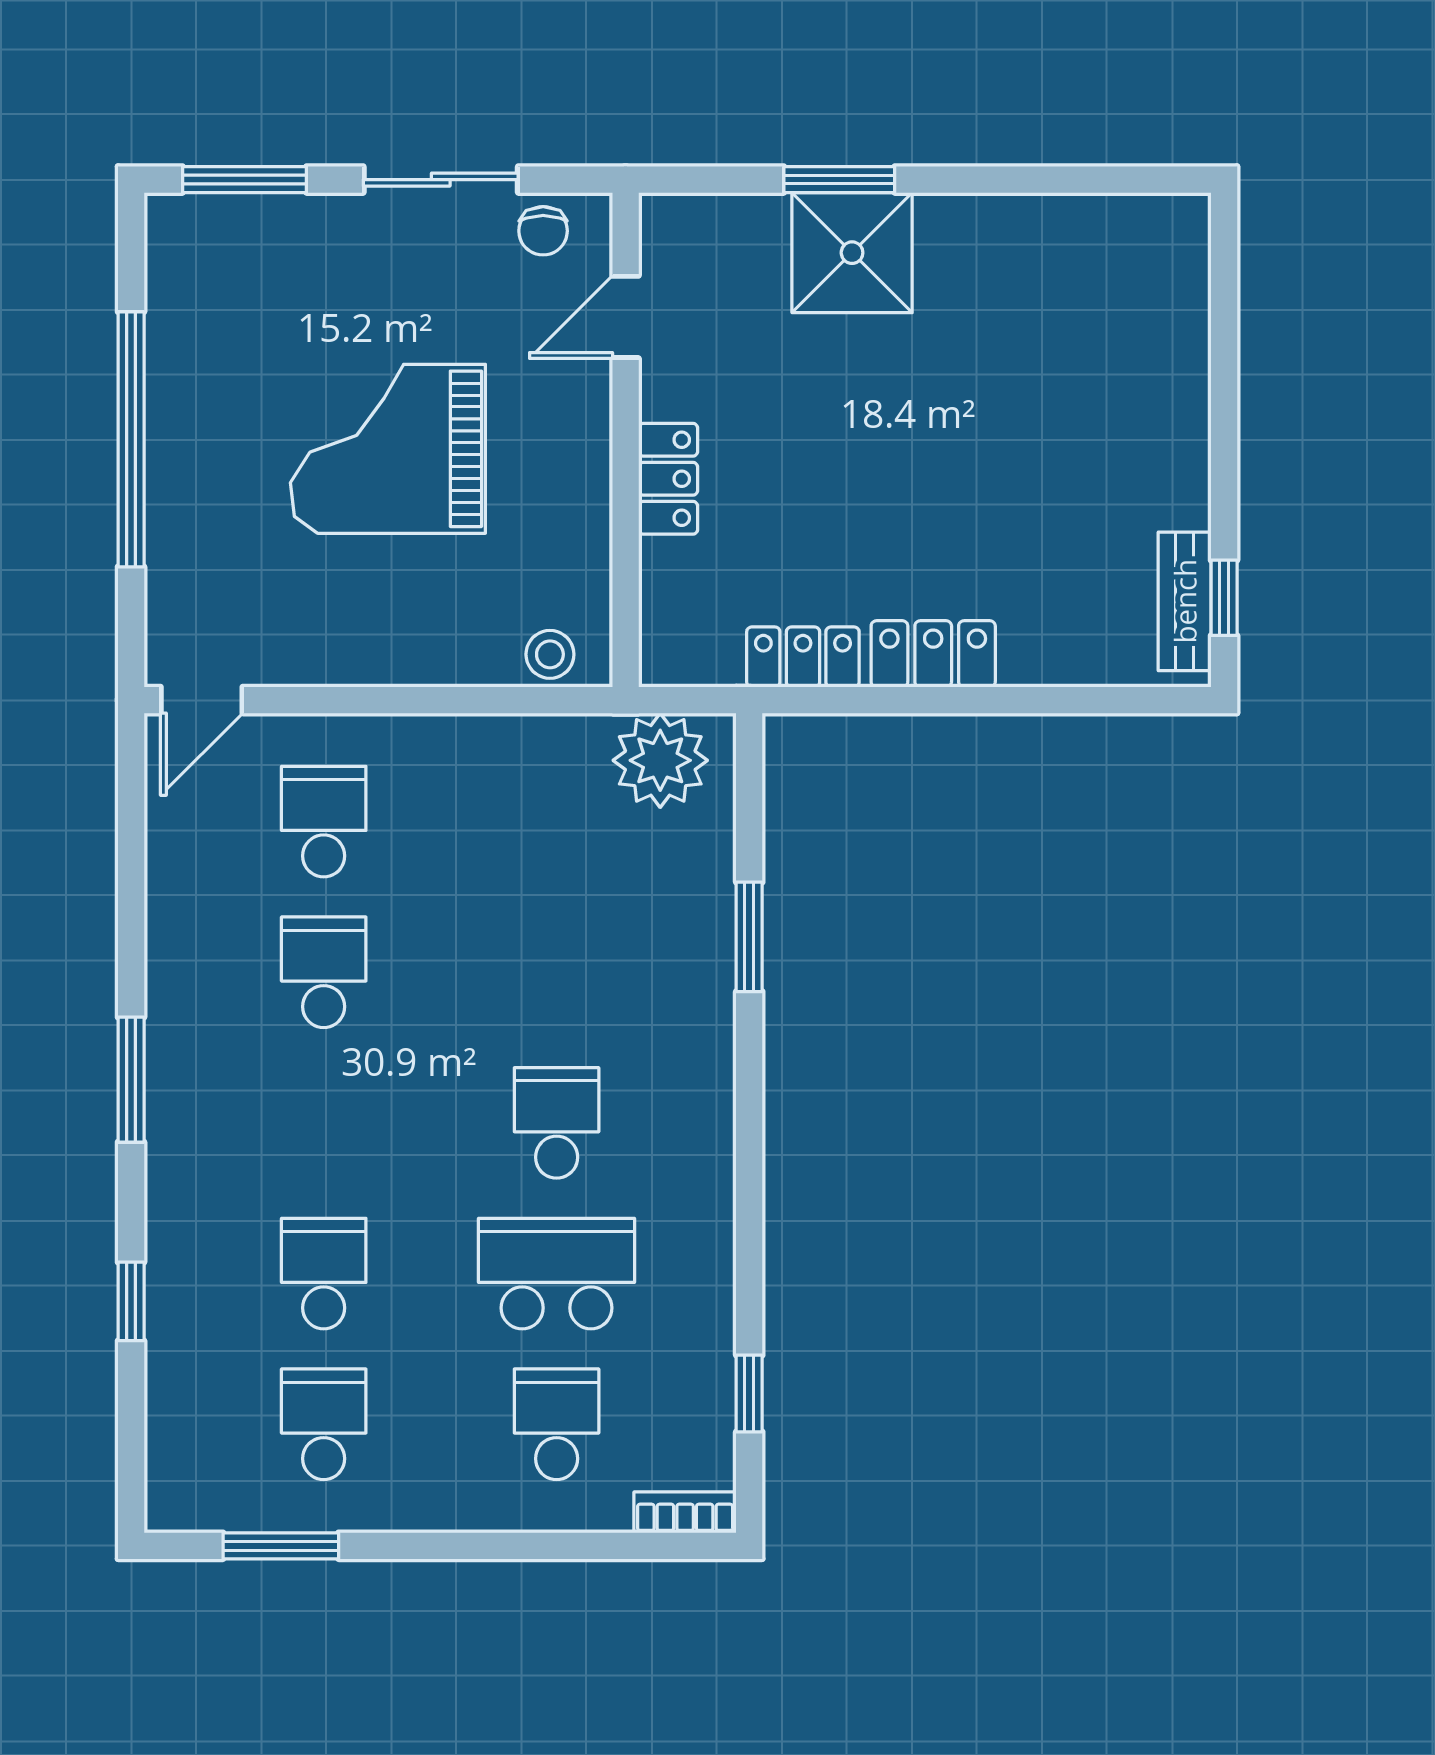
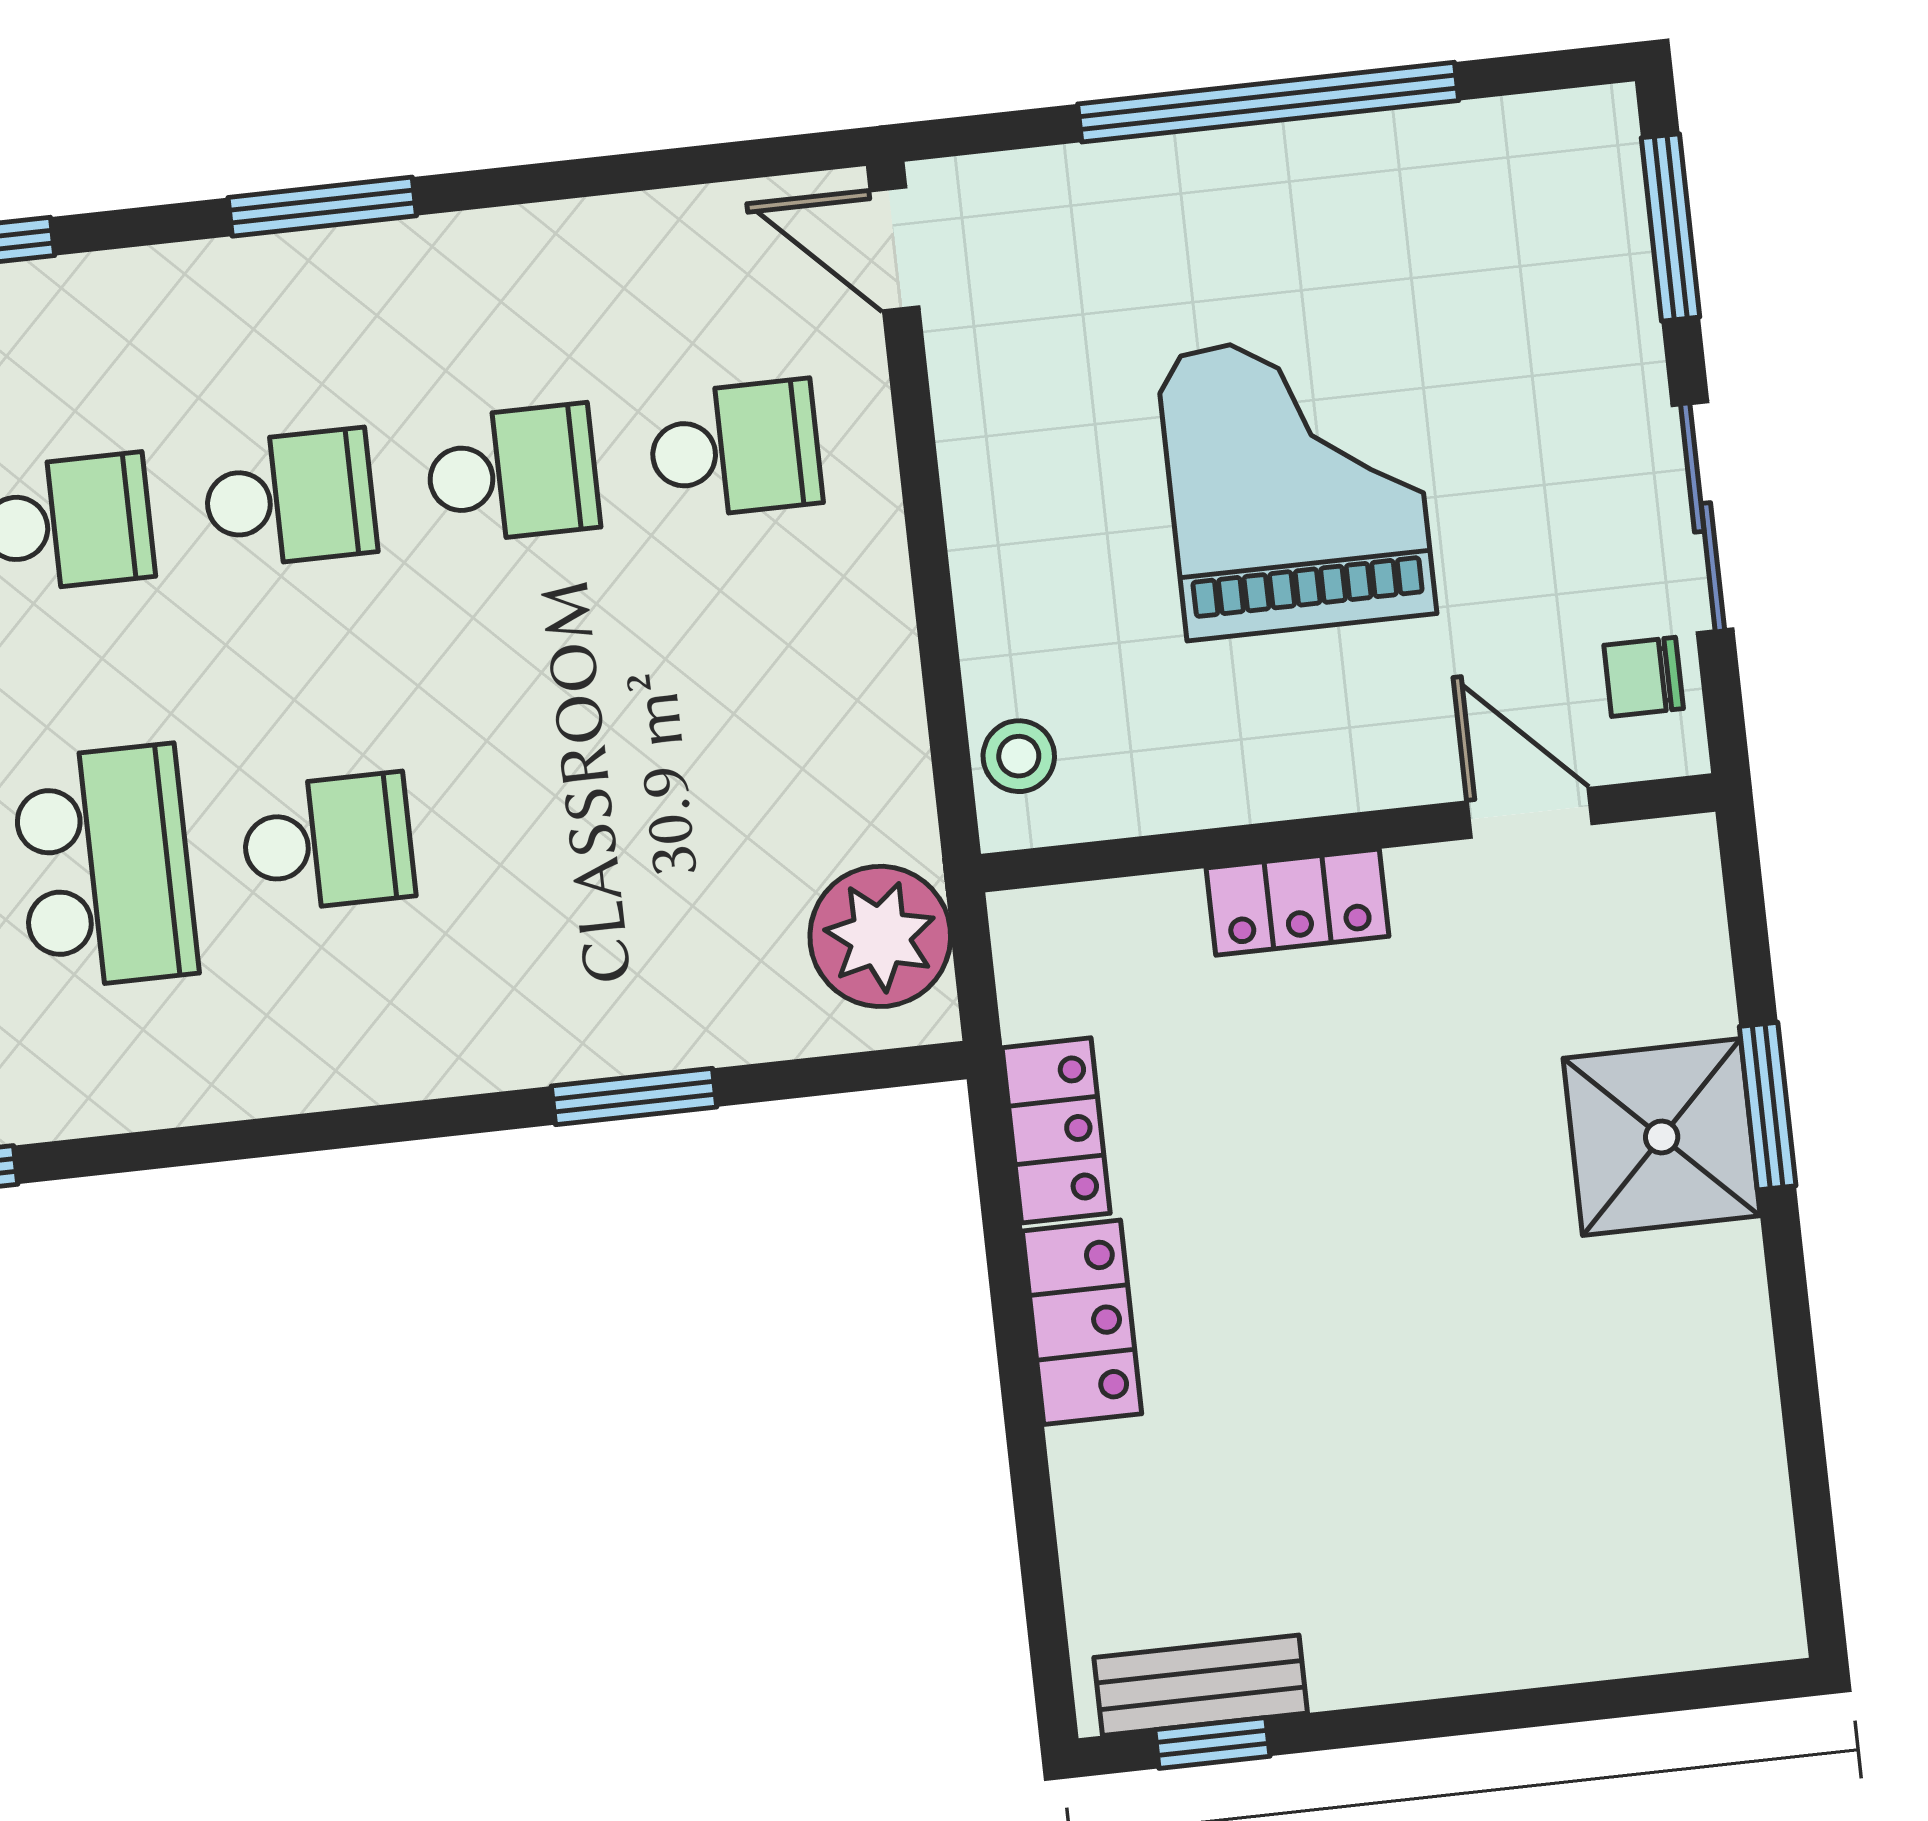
school desk: (324, 1123) -> (290, 498), added

